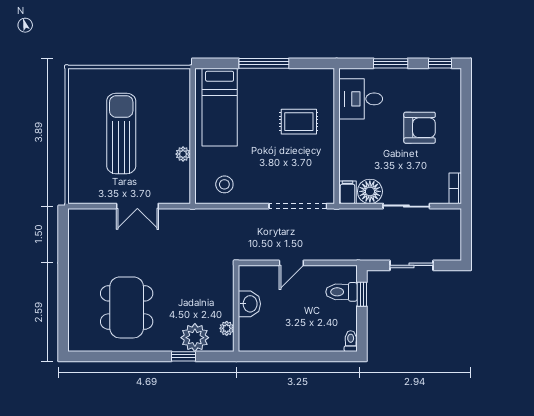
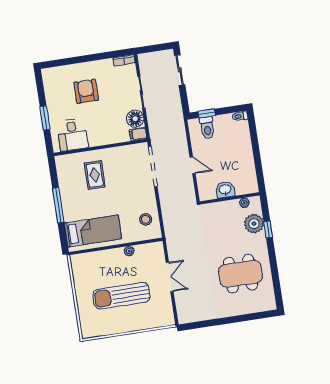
window: (440, 63) -> (40, 84), removed
sliding door: (411, 265) -> (180, 70), moved

